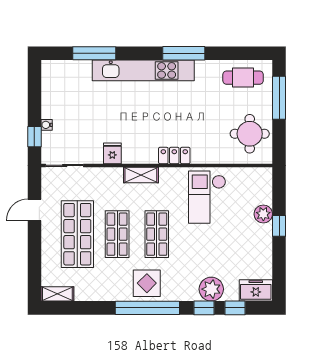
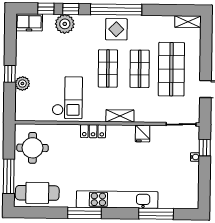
cafe table: (243, 78) -> (37, 193), width x1.37, depth x1.35

